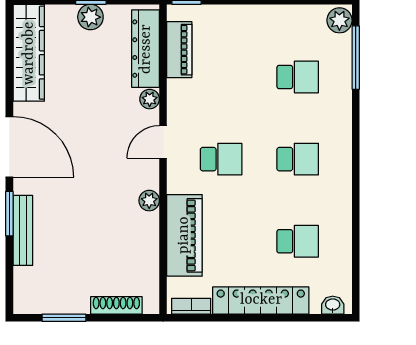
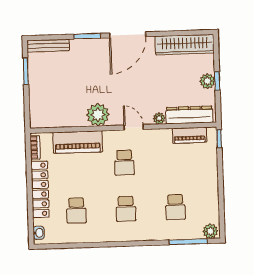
plant: (149, 201) -> (98, 115), width x1.87, depth x1.87
bench: (23, 230) -> (48, 46), moved
shoe rack: (116, 305) -> (34, 102), removed

